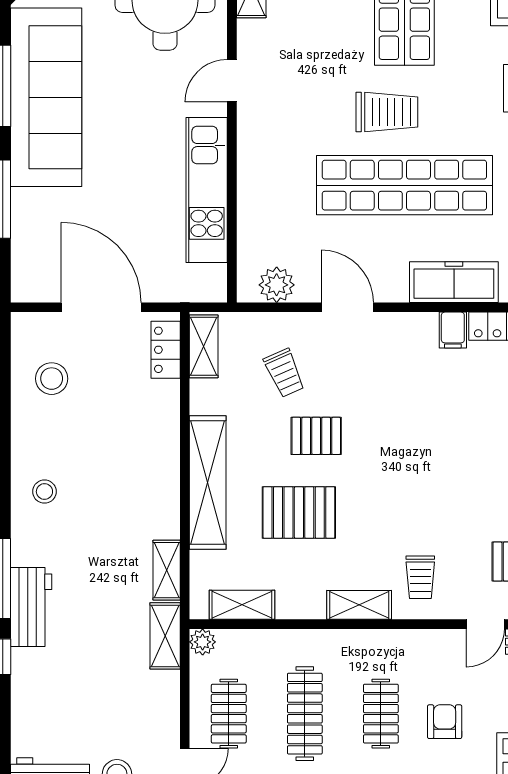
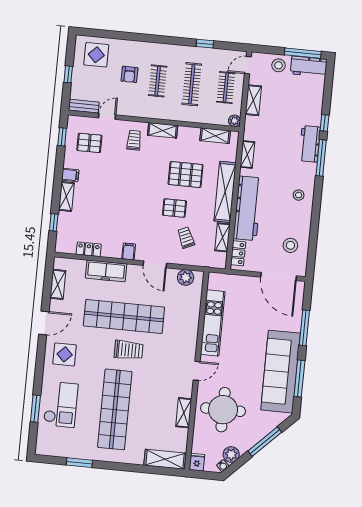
trolley: (387, 112) -> (129, 350), turned 180
door: (101, 307) -> (279, 276), moved
filing cabinet: (453, 330) -> (129, 251), moved
shelving: (204, 346) -> (222, 237), moved
workbench: (154, 451) -> (248, 208), added
shelving: (165, 636) -> (253, 100), moved

